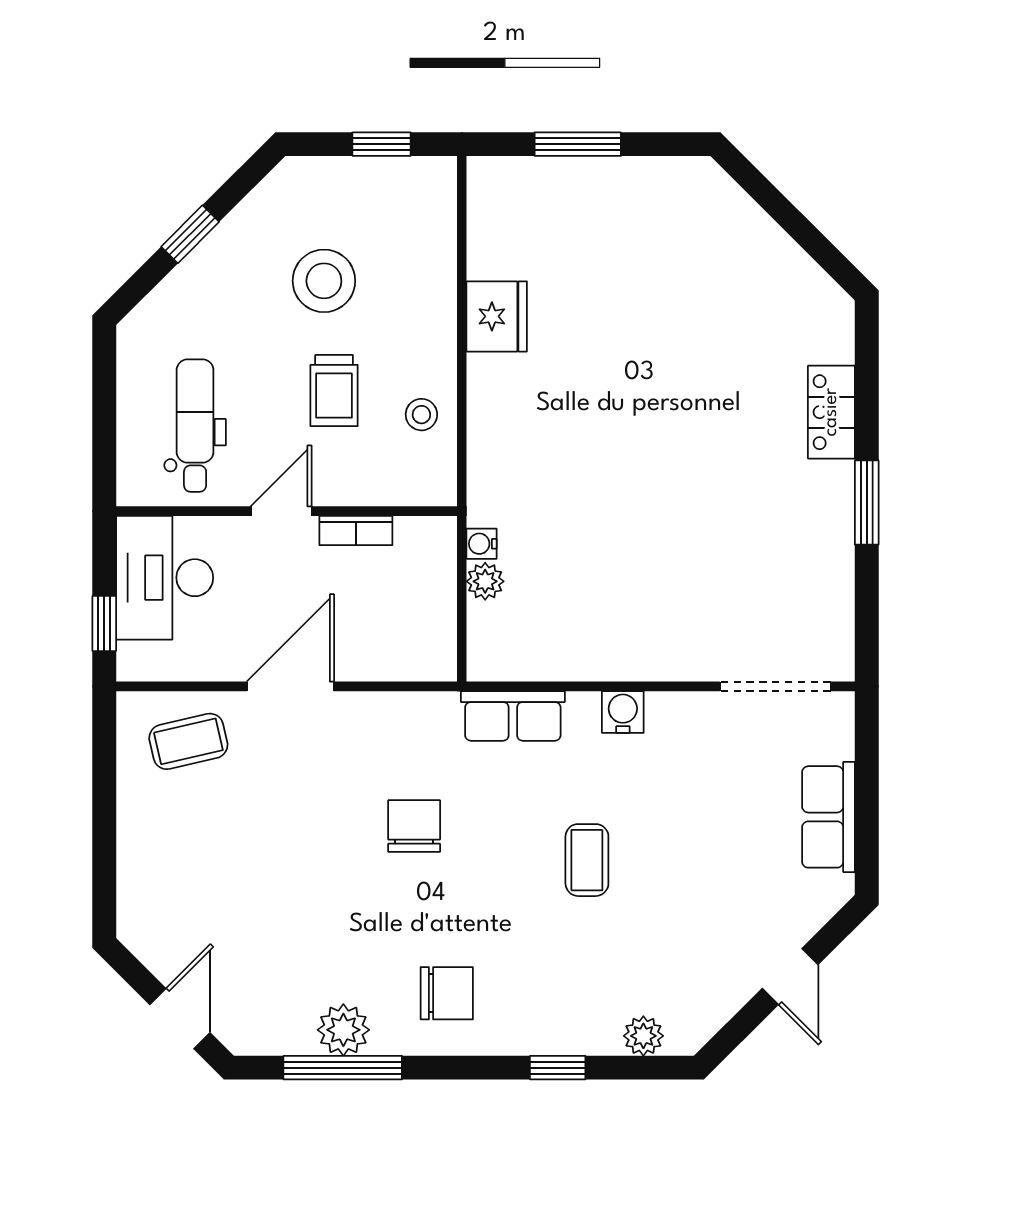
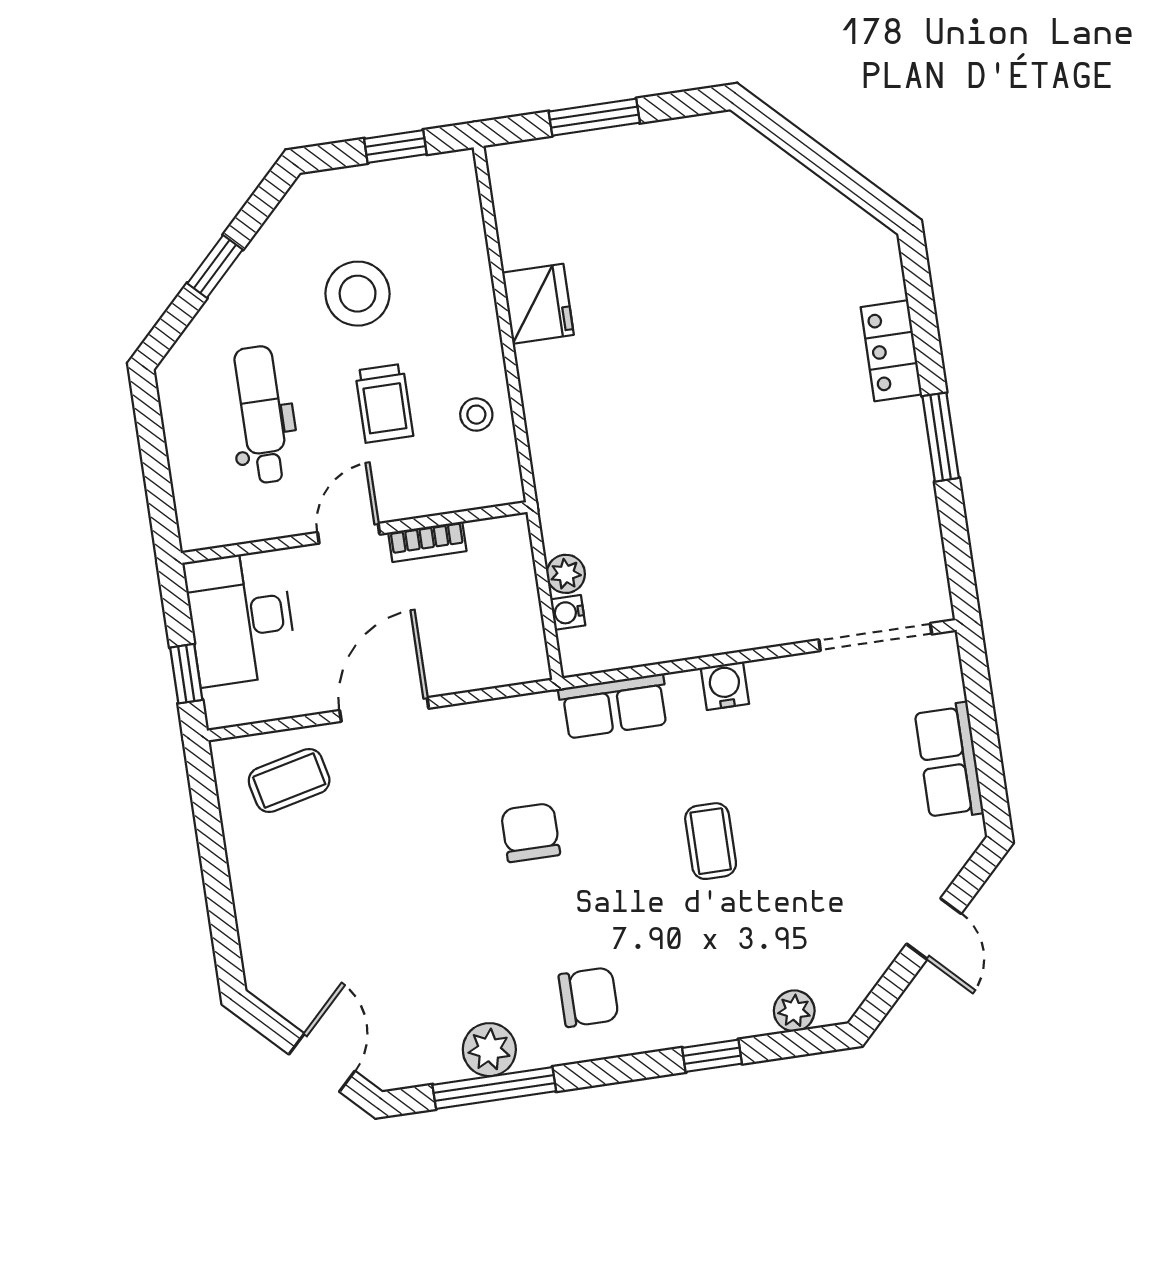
dental chair: (195, 426) -> (262, 415), moved
water cooler: (482, 544) -> (568, 612), moved

